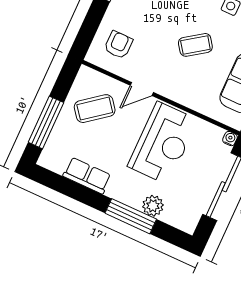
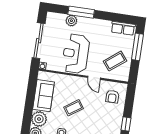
door: (142, 89) -> (94, 78), swing flipped
row of seats: (87, 176) -> (123, 28), moved

